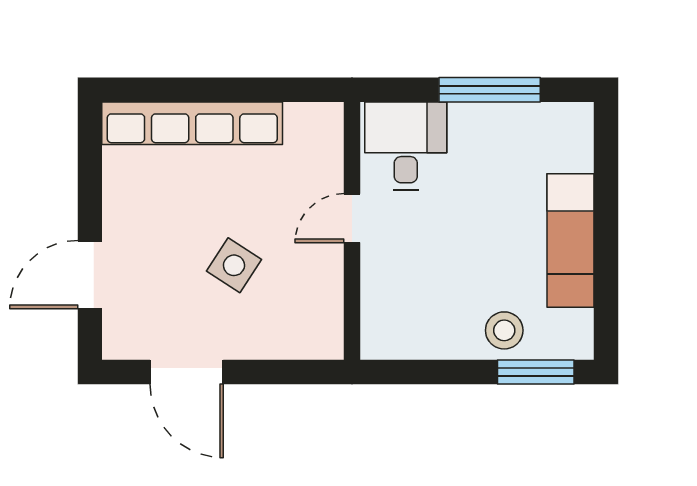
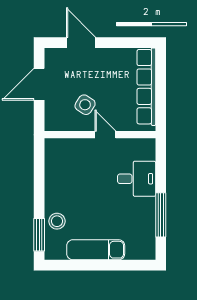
door: (352, 218) -> (105, 135), moved
wall: (352, 231) -> (100, 135), moved

